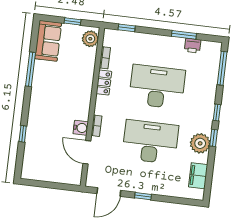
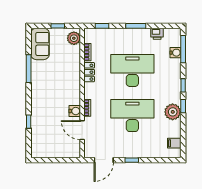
window: (184, 35) -> (136, 26), moved
water cooler: (212, 71) -> (176, 53), added
filing cabinet: (198, 176) -> (174, 143), width x0.50

